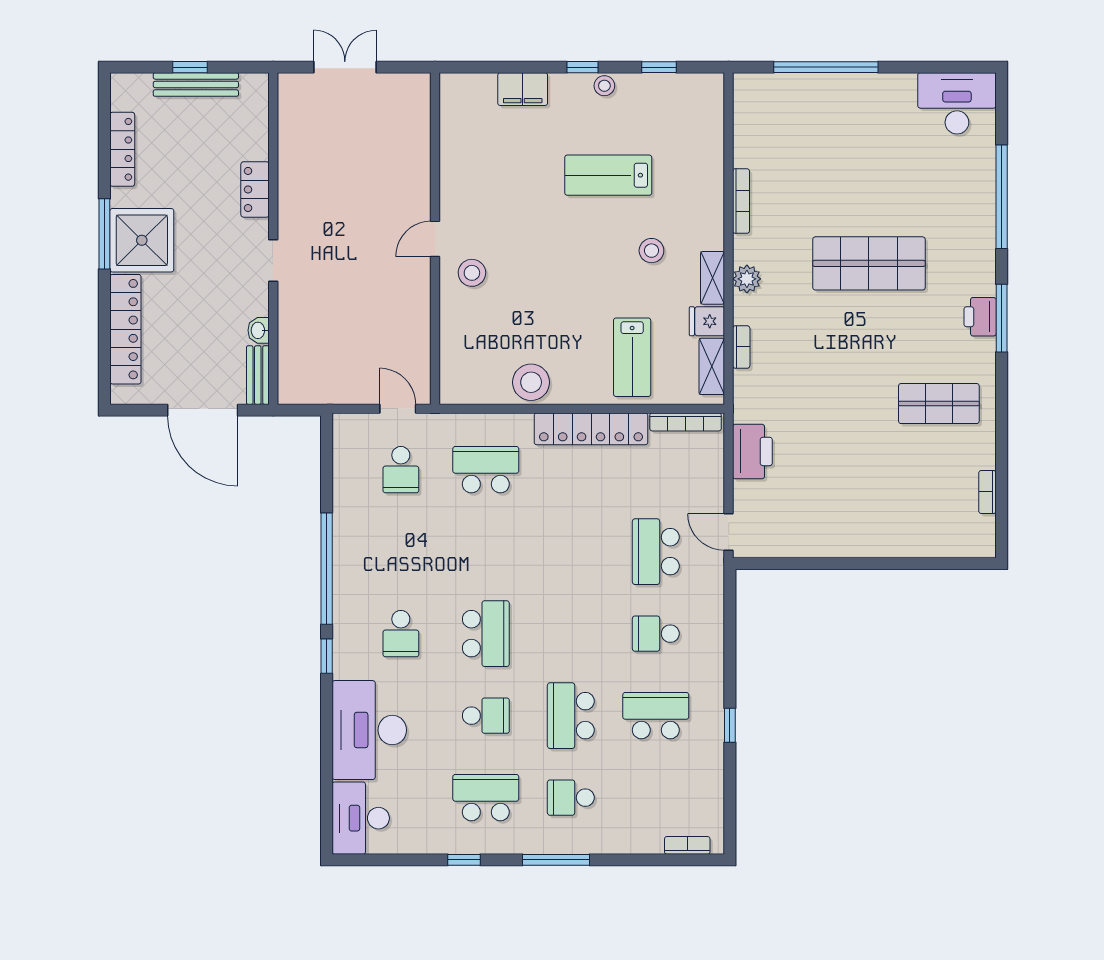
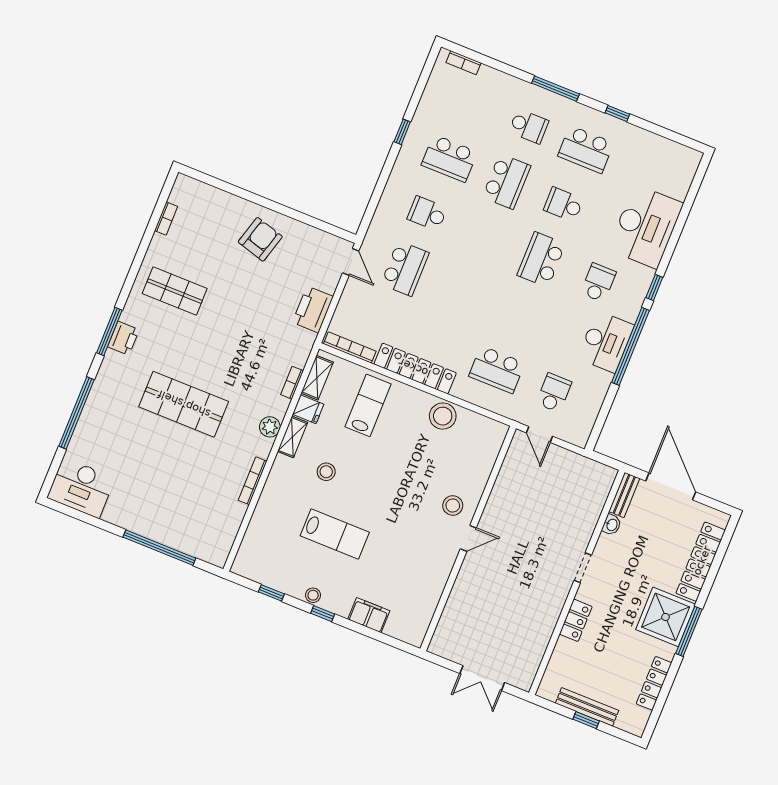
armchair: (856, 514) -> (260, 239), added
school desk: (656, 634) -> (427, 213), turned 180
desk: (361, 818) -> (606, 342), moved

